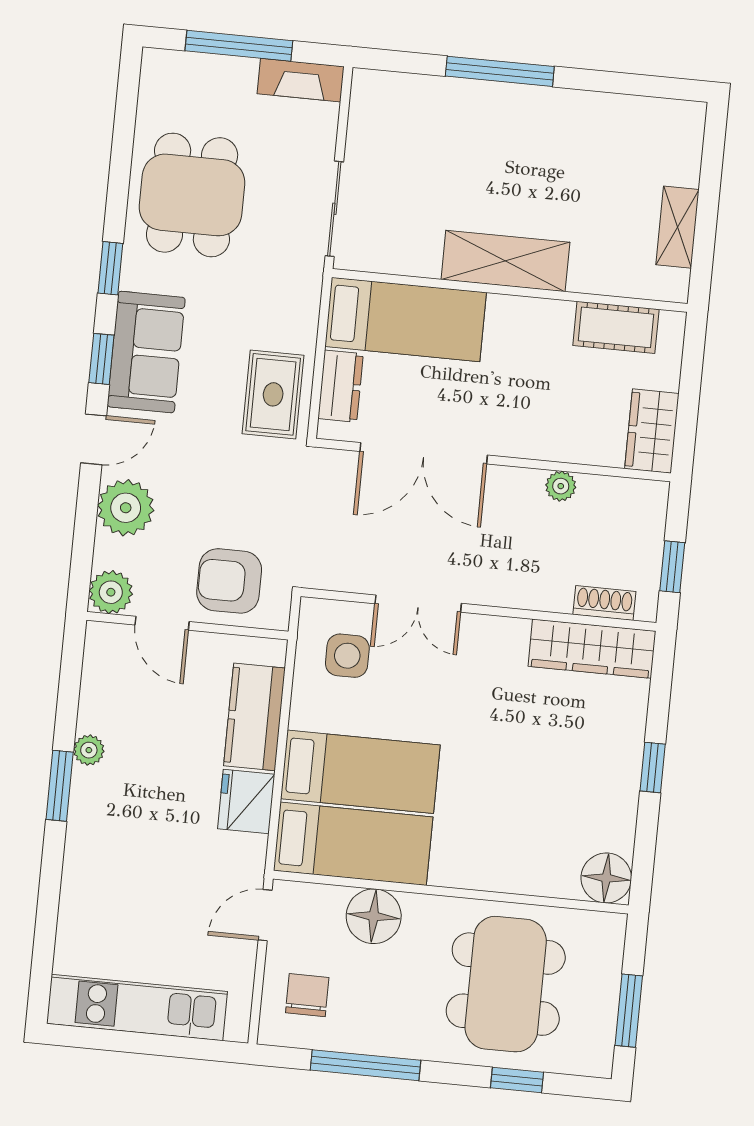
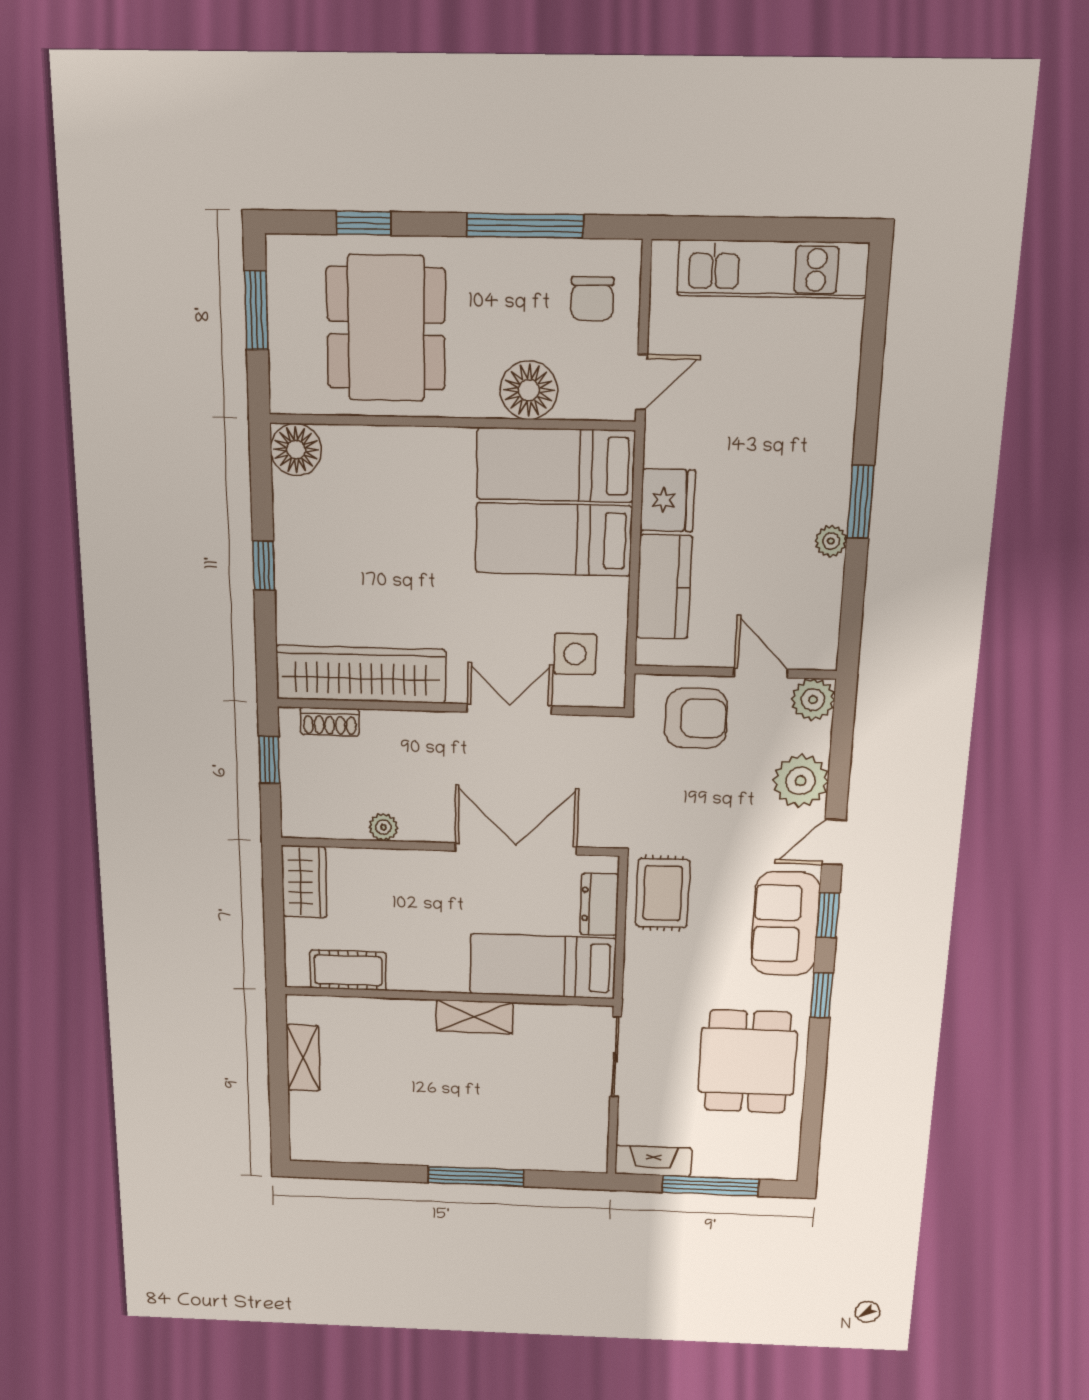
shelving: (505, 261) -> (474, 1017), width x0.67, depth x0.75
wardrobe: (592, 649) -> (361, 674), width x1.40, depth x1.17

